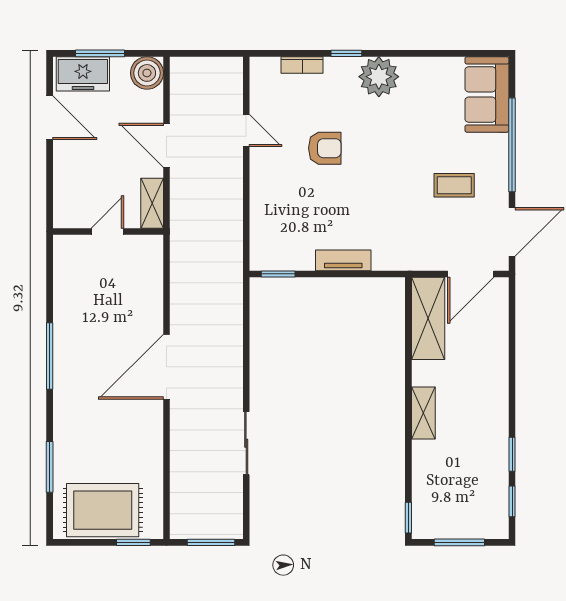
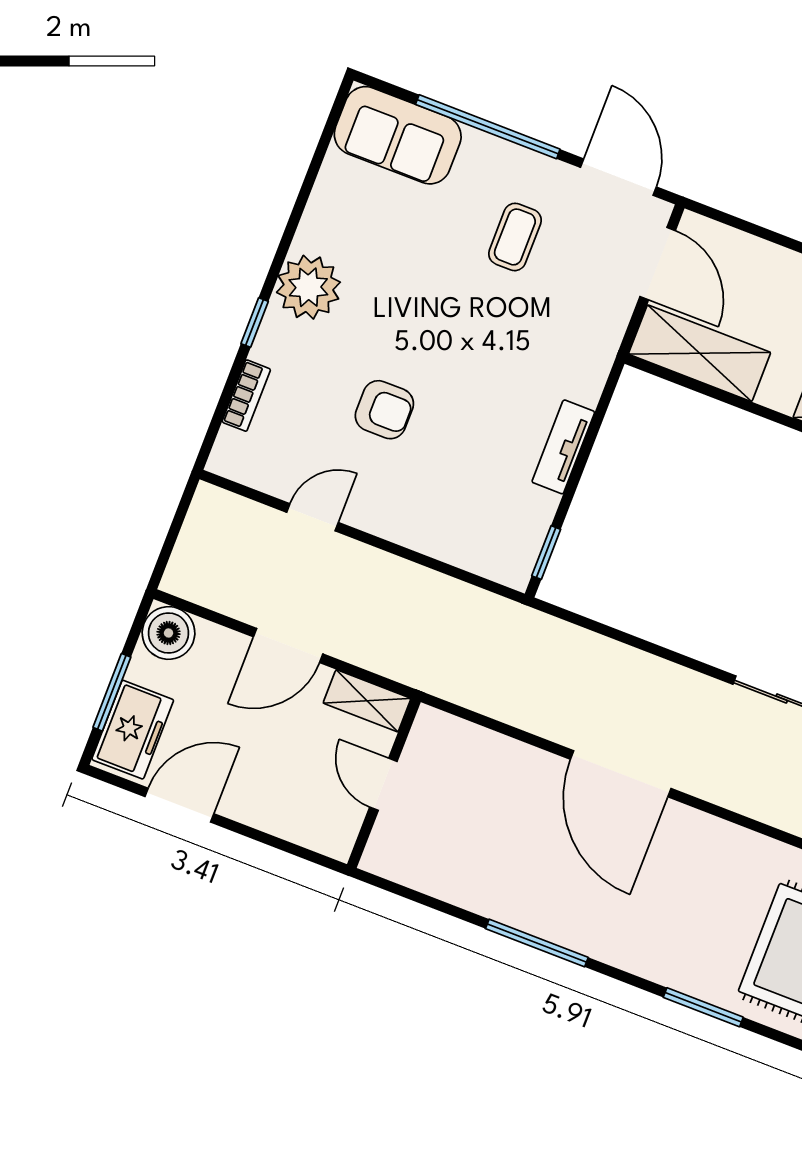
armchair: (325, 148) -> (384, 410), turned 90

